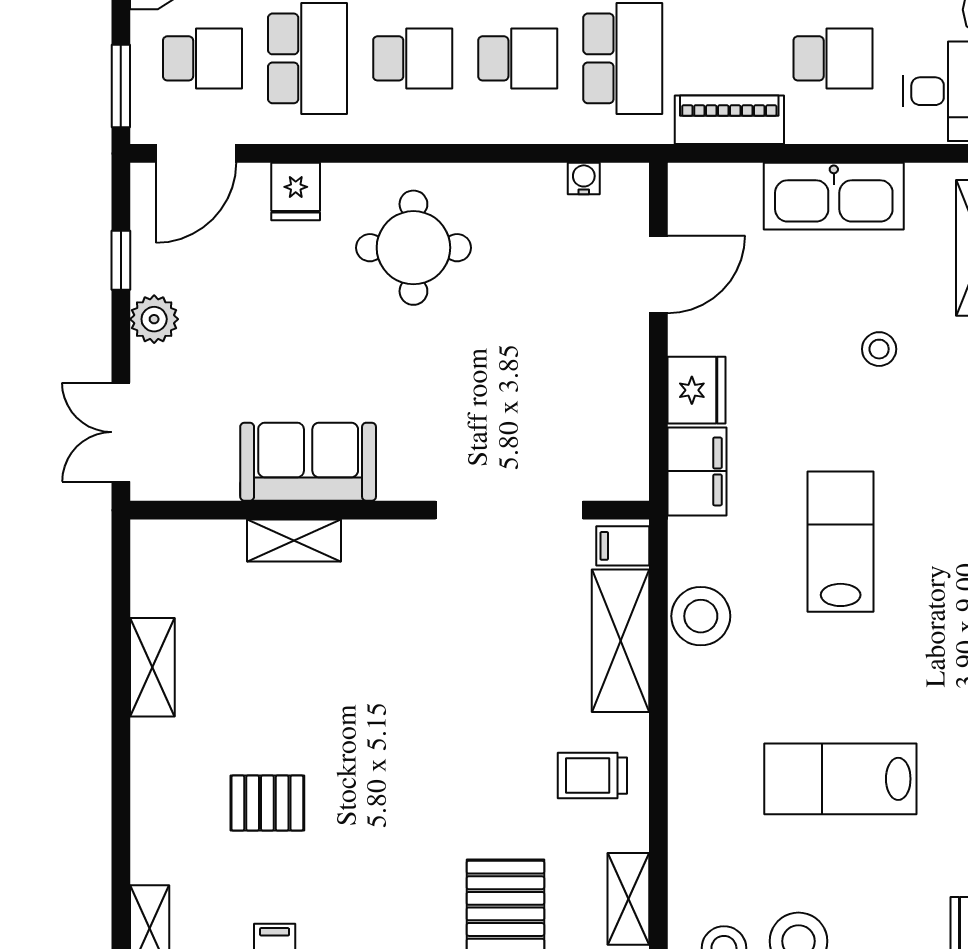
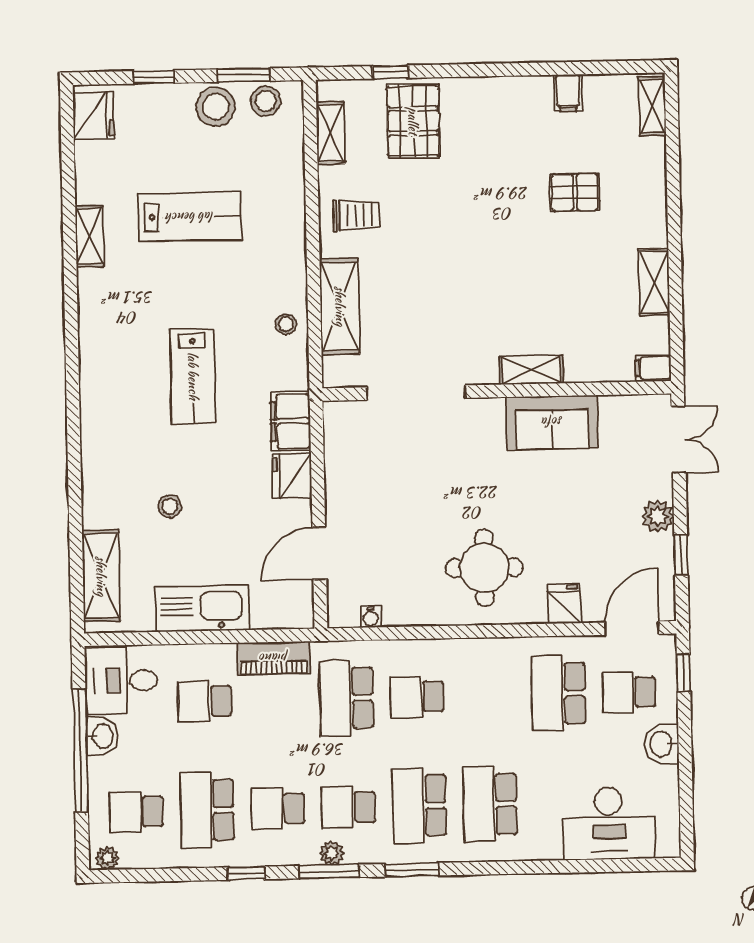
school desk: (413, 58) -> (488, 695), removed
window: (121, 86) -> (683, 672), width x0.67
shelving: (294, 541) -> (531, 370), moved
filing cabinet: (623, 546) -> (653, 368), moved, turned 180
stool: (701, 616) -> (286, 324), width x0.53, depth x0.53

